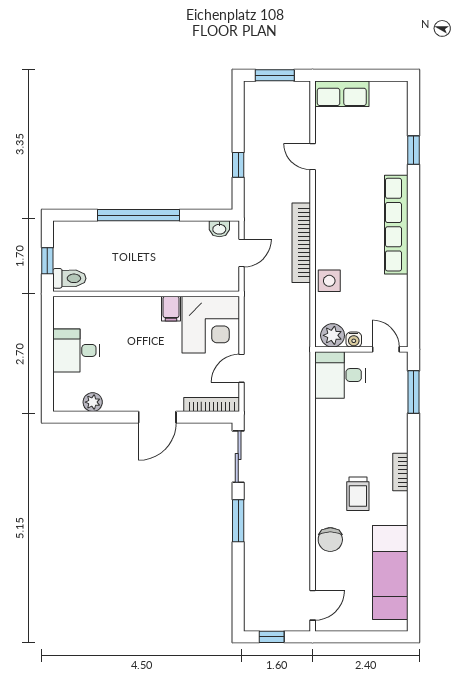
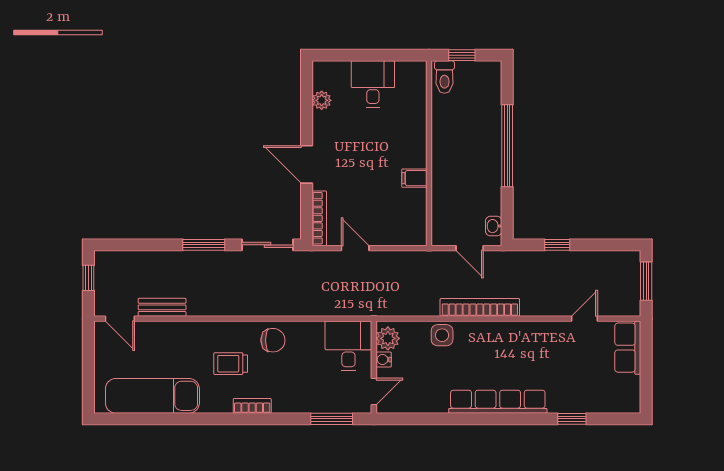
door: (313, 157) -> (585, 319), moved
corner desk: (211, 325) -> (398, 218), removed
chair: (330, 540) -> (273, 340), moved, turned 180
bench: (301, 563) -> (162, 307), added

